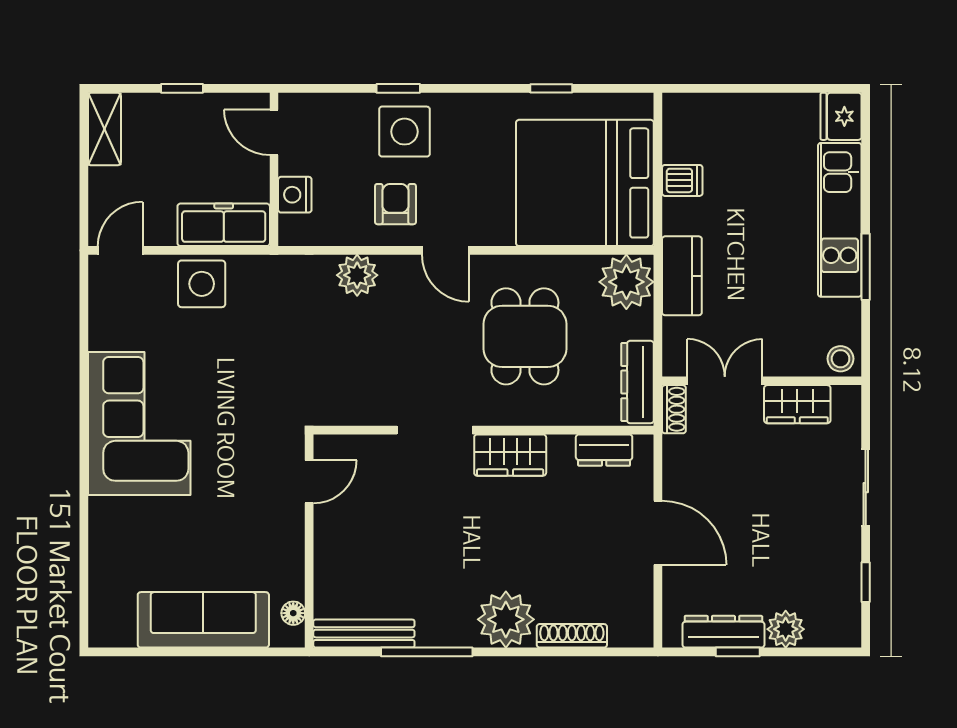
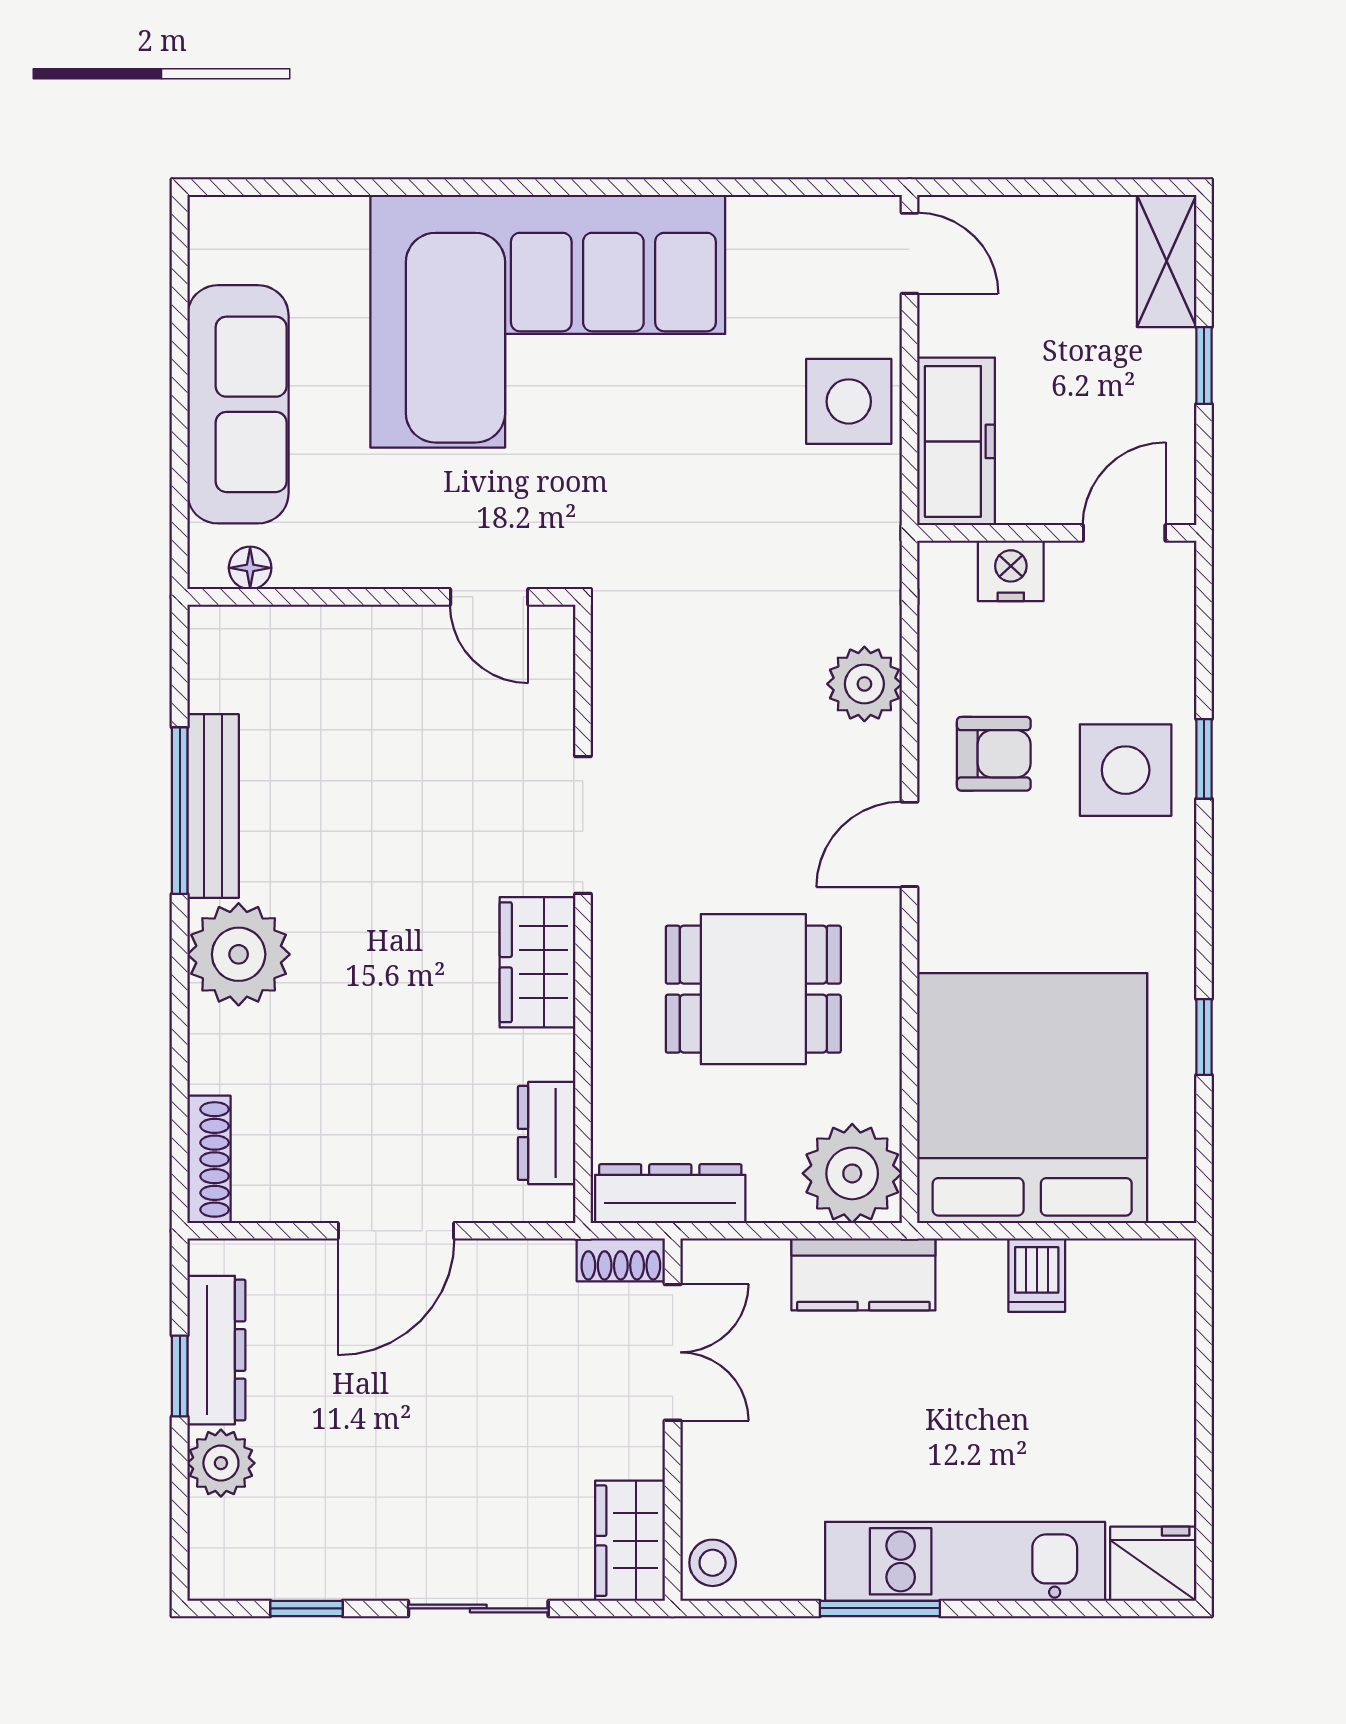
shelving: (104, 129) -> (1167, 261), moved, turned 90
wardrobe: (797, 404) -> (630, 1541), moved
corner sofa: (139, 424) -> (548, 321), width x1.36, depth x1.36
bench: (364, 634) -> (213, 806), moved
shoe rack: (572, 636) -> (209, 1159), moved

